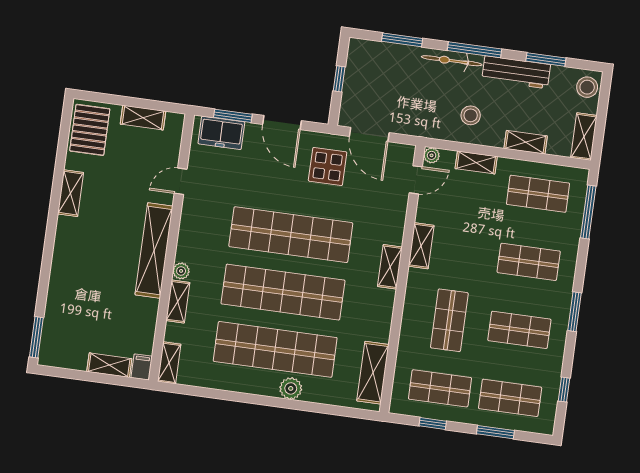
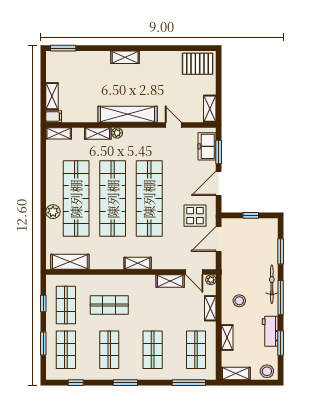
workbench: (516, 72) -> (270, 331), width x0.73
shelving: (143, 118) -> (210, 109), moved
shelving: (71, 193) -> (125, 57), moved
shelving: (421, 246) -> (170, 281), moved

